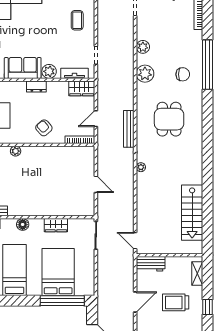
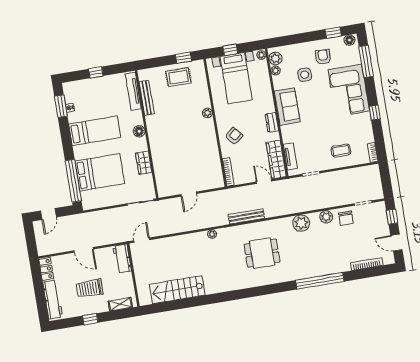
plant: (49, 71) -> (288, 132), removed
chair: (183, 74) -> (346, 218), moved
wardrobe: (82, 88) -> (276, 159), width x1.50
door: (96, 119) -> (264, 182), moved
trolley: (176, 302) -> (90, 288), turned -90

